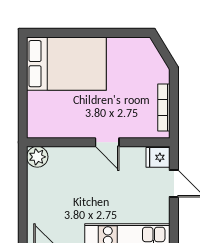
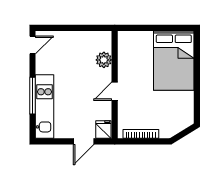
plant: (37, 157) -> (104, 60), moved

